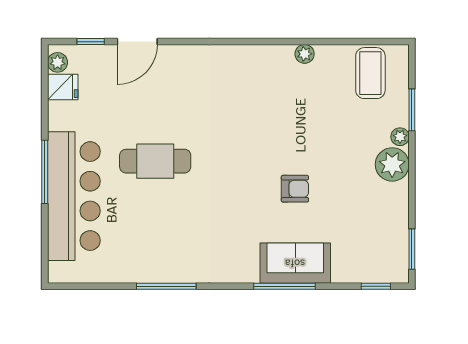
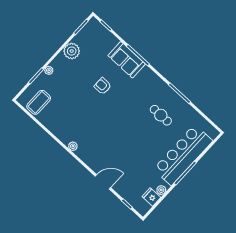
door: (137, 42) -> (103, 182), moved
plant: (305, 54) -> (73, 146), moved
plant: (58, 62) -> (161, 190), moved
cafe table: (155, 161) -> (161, 115), moved, width x0.73, depth x0.74
plant: (392, 164) -> (72, 51), moved

